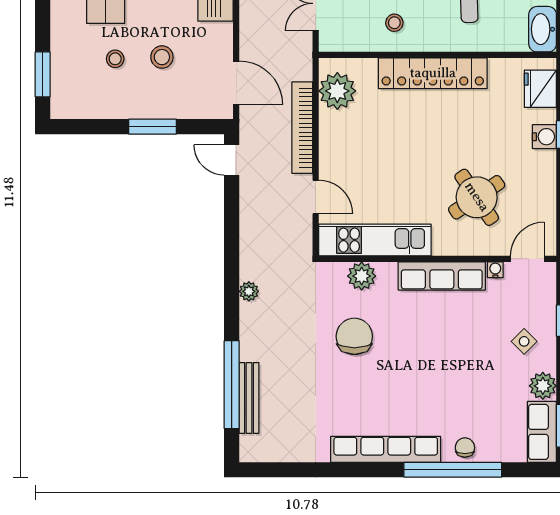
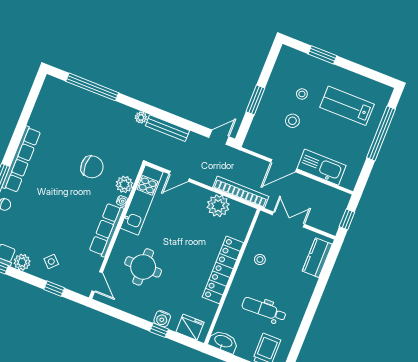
window: (43, 74) -> (322, 55), moved
door: (236, 83) -> (284, 166), moved
plant: (337, 91) -> (218, 206), moved
bookcase: (302, 128) -> (241, 192), moved
round table: (477, 197) -> (143, 267), turned 34
water cooler: (495, 270) -> (122, 201), moved
bench: (249, 398) -> (167, 128), moved

